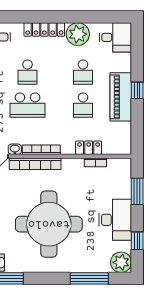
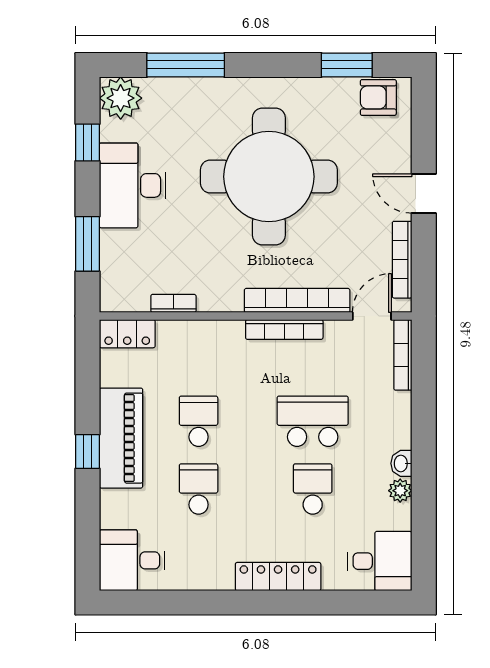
plant: (78, 34) -> (209, 567), removed
locker: (89, 148) -> (127, 334), moved
washbasin: (15, 149) -> (339, 330), removed

